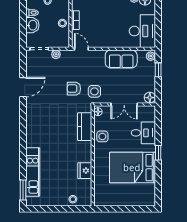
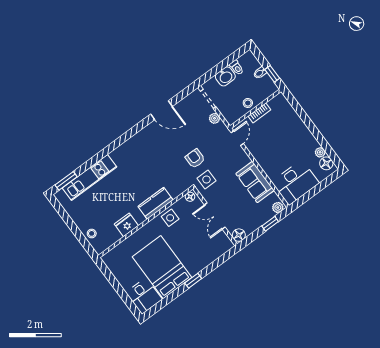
kitchen counter: (85, 127) -> (156, 203), moved
desk: (143, 133) -> (144, 296), moved

